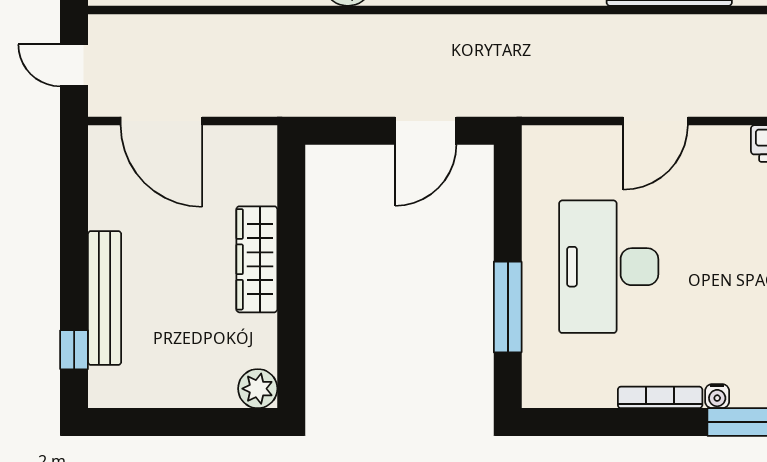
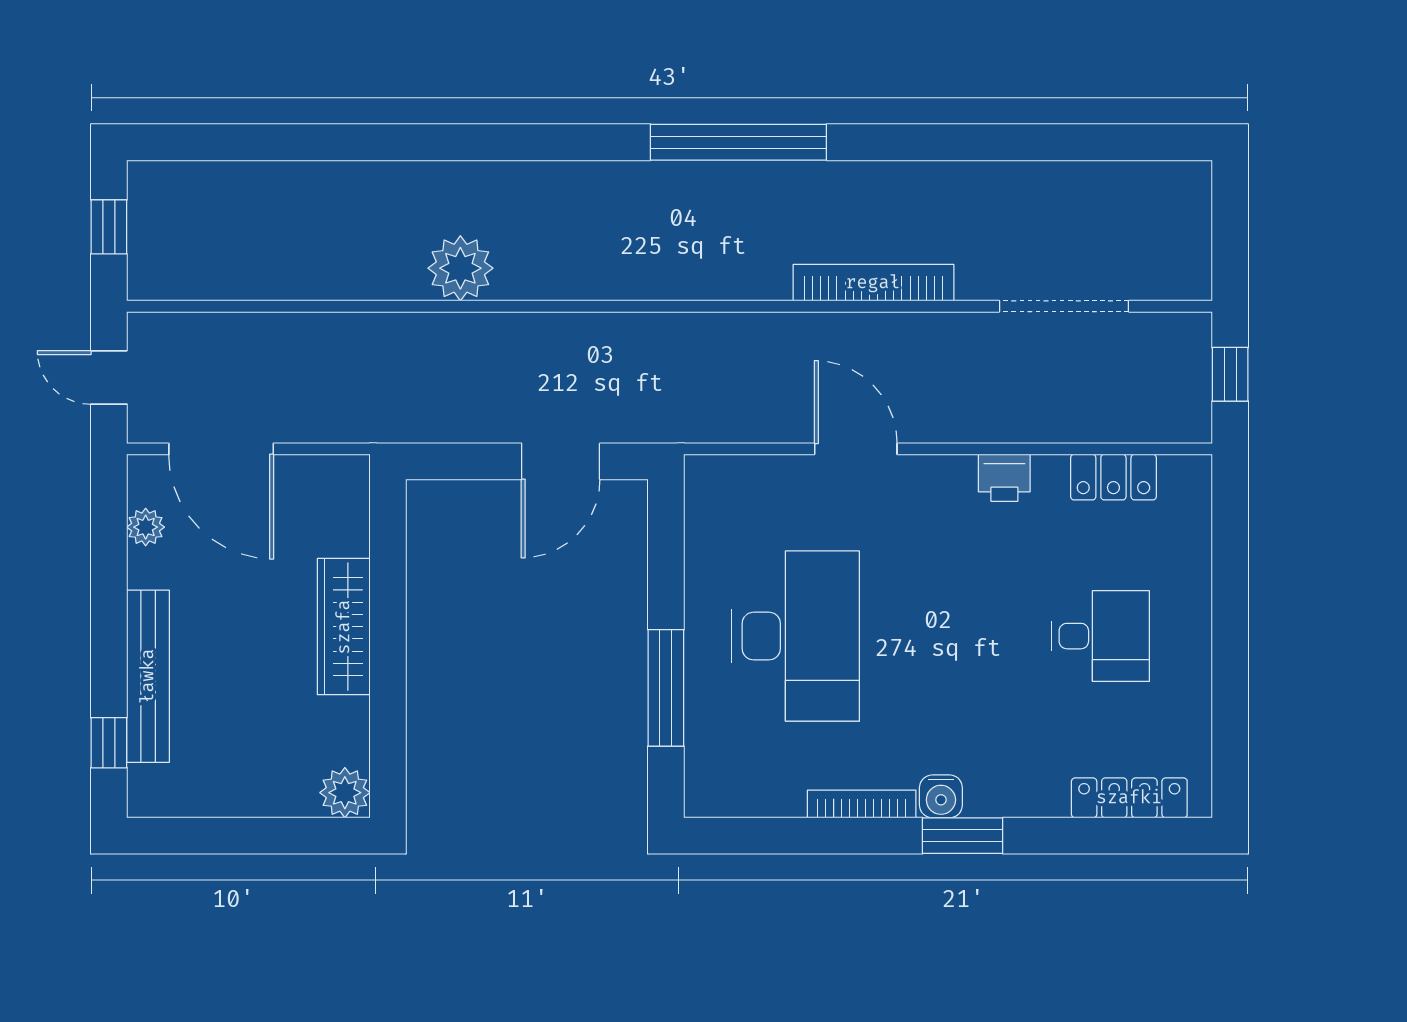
door: (655, 121) -> (856, 449), swing flipped
plant: (103, 182) -> (146, 527), added
desk: (609, 267) -> (796, 636), turned 180
water cooler: (717, 396) -> (941, 796), width x1.38, depth x1.38

